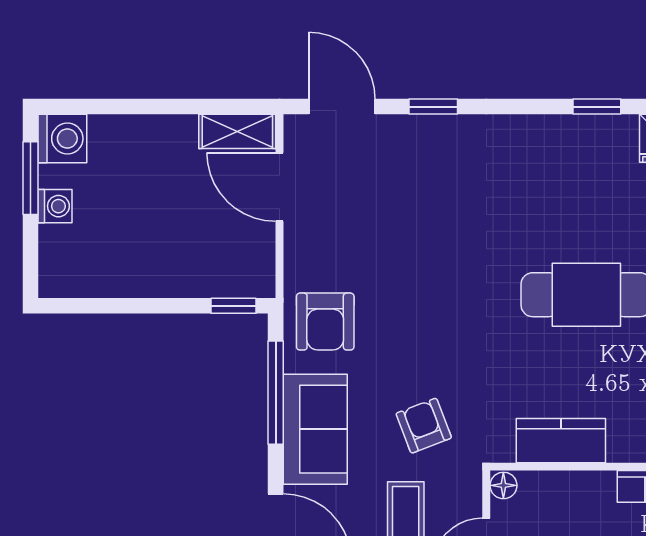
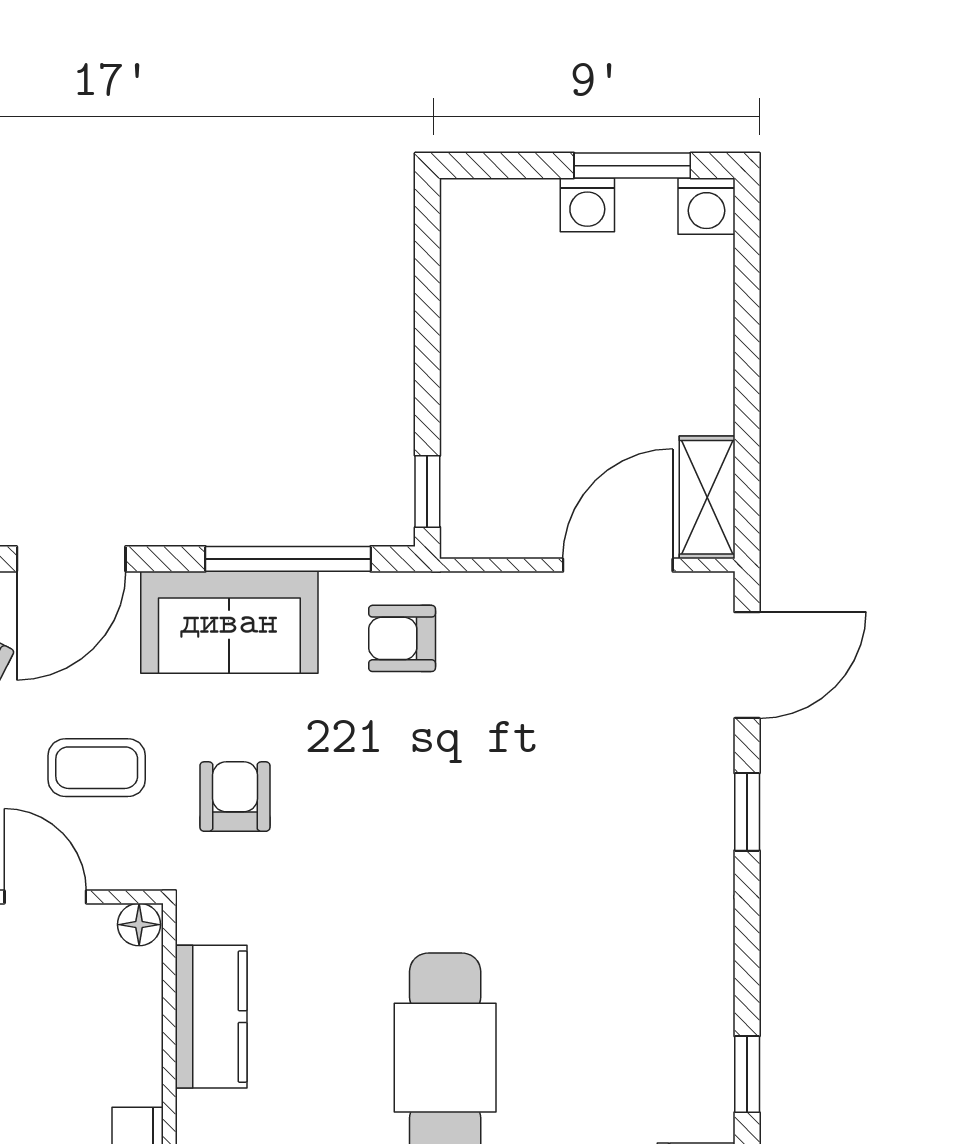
washing machine: (62, 139) -> (706, 206), width x0.73, depth x0.73
armchair: (325, 322) -> (402, 638), width x0.72, depth x0.72
armchair: (424, 426) -> (235, 797), turned -69

